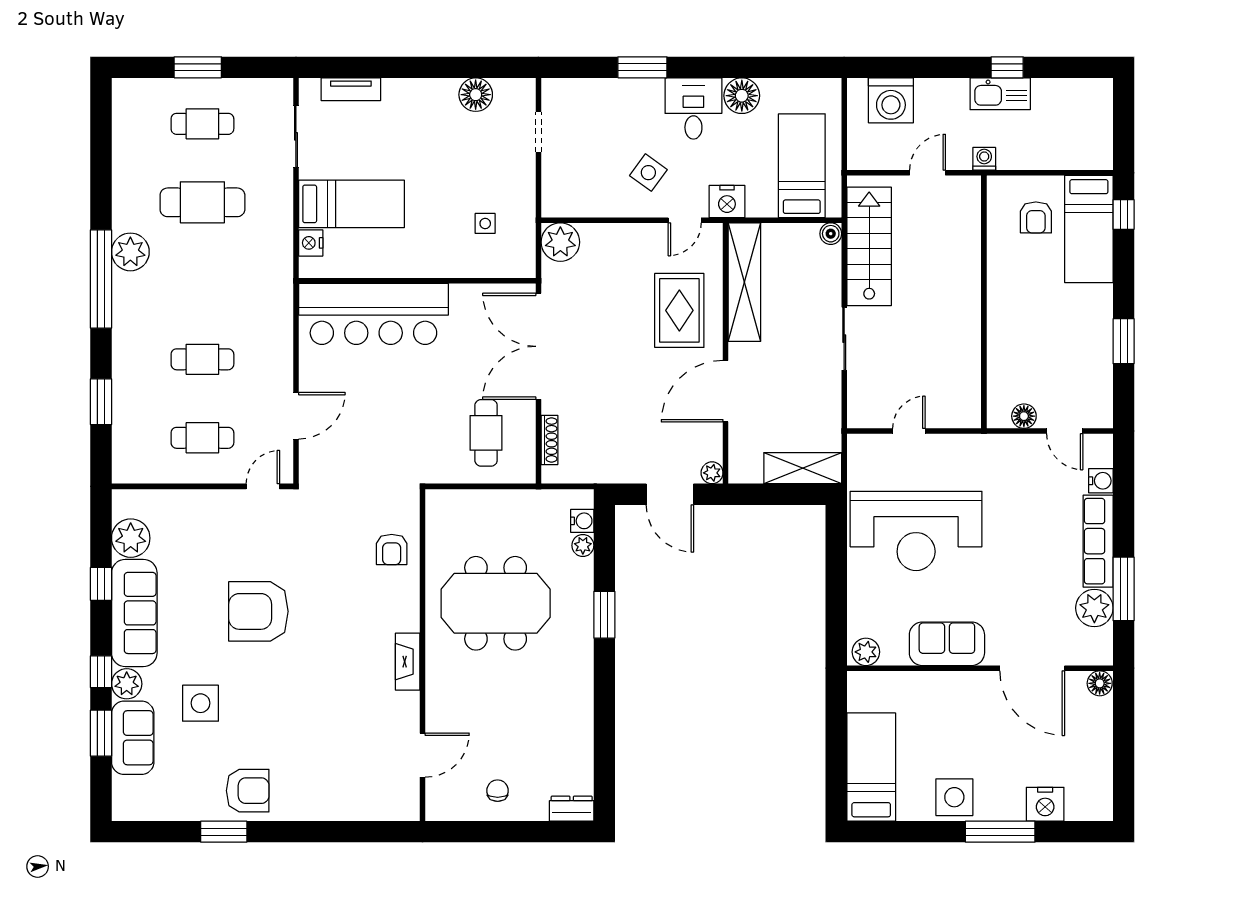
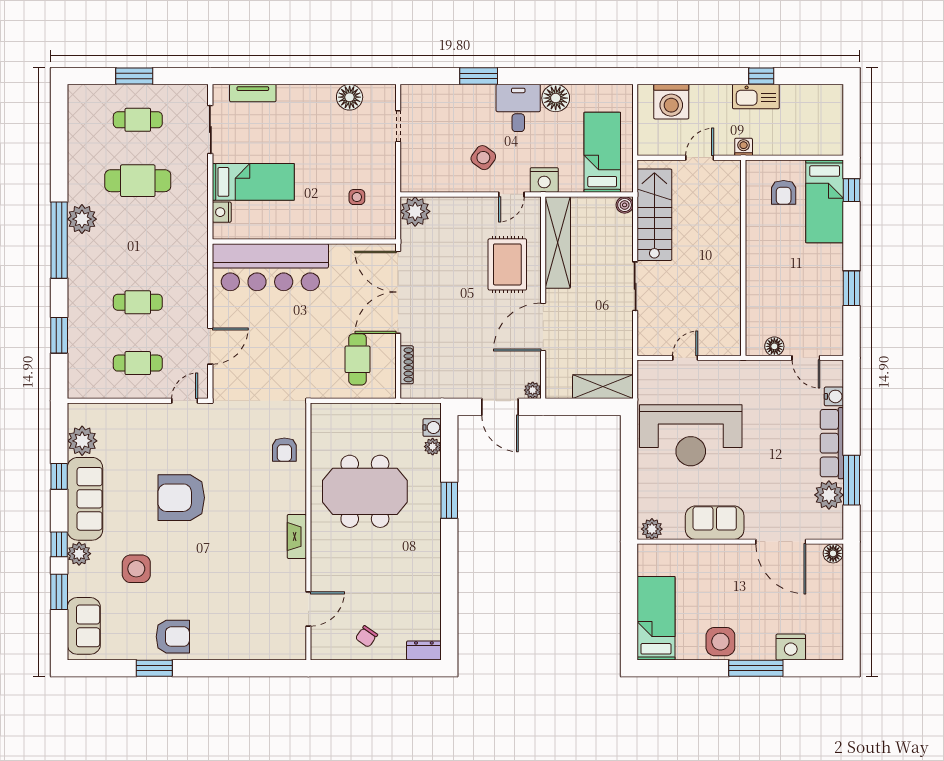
sofa: (133, 738) -> (84, 626), moved
chair: (498, 791) -> (366, 637), turned -145

